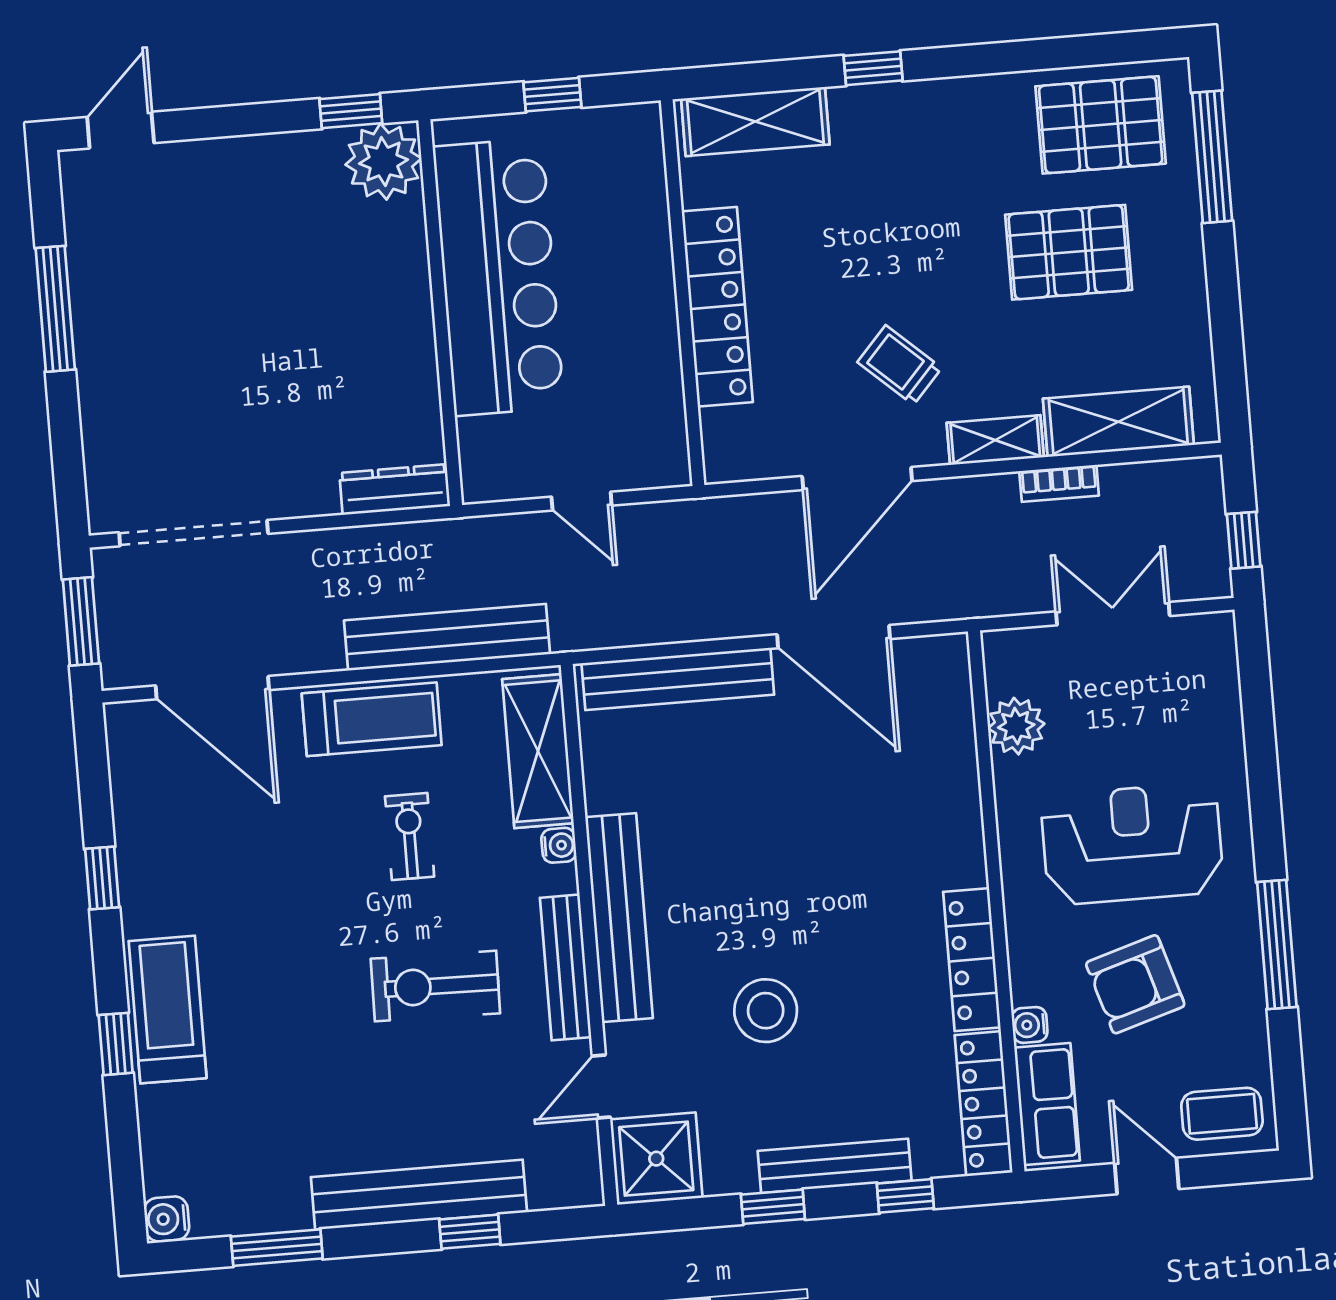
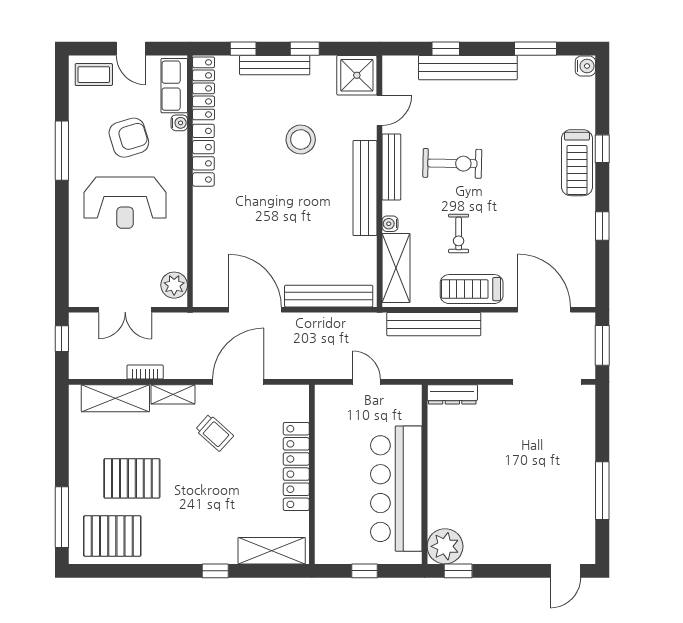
plant: (1016, 726) -> (174, 285), moved

